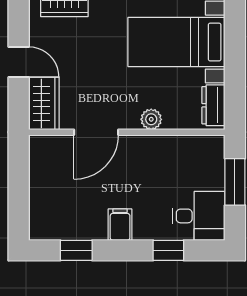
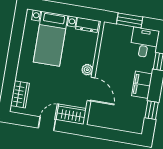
plant: (151, 119) -> (87, 70), moved
filing cabinet: (120, 225) -> (142, 85), width x2.00

